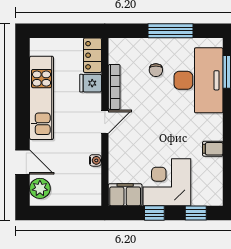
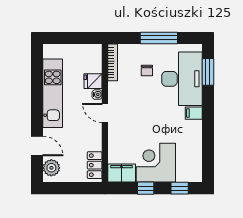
locker: (92, 55) -> (95, 165), moved
bookcase: (114, 87) -> (113, 62), moved
door: (105, 122) -> (105, 113), swing flipped
filing cabinet: (213, 149) -> (194, 113), moved
water cooler: (95, 160) -> (97, 95), moved

